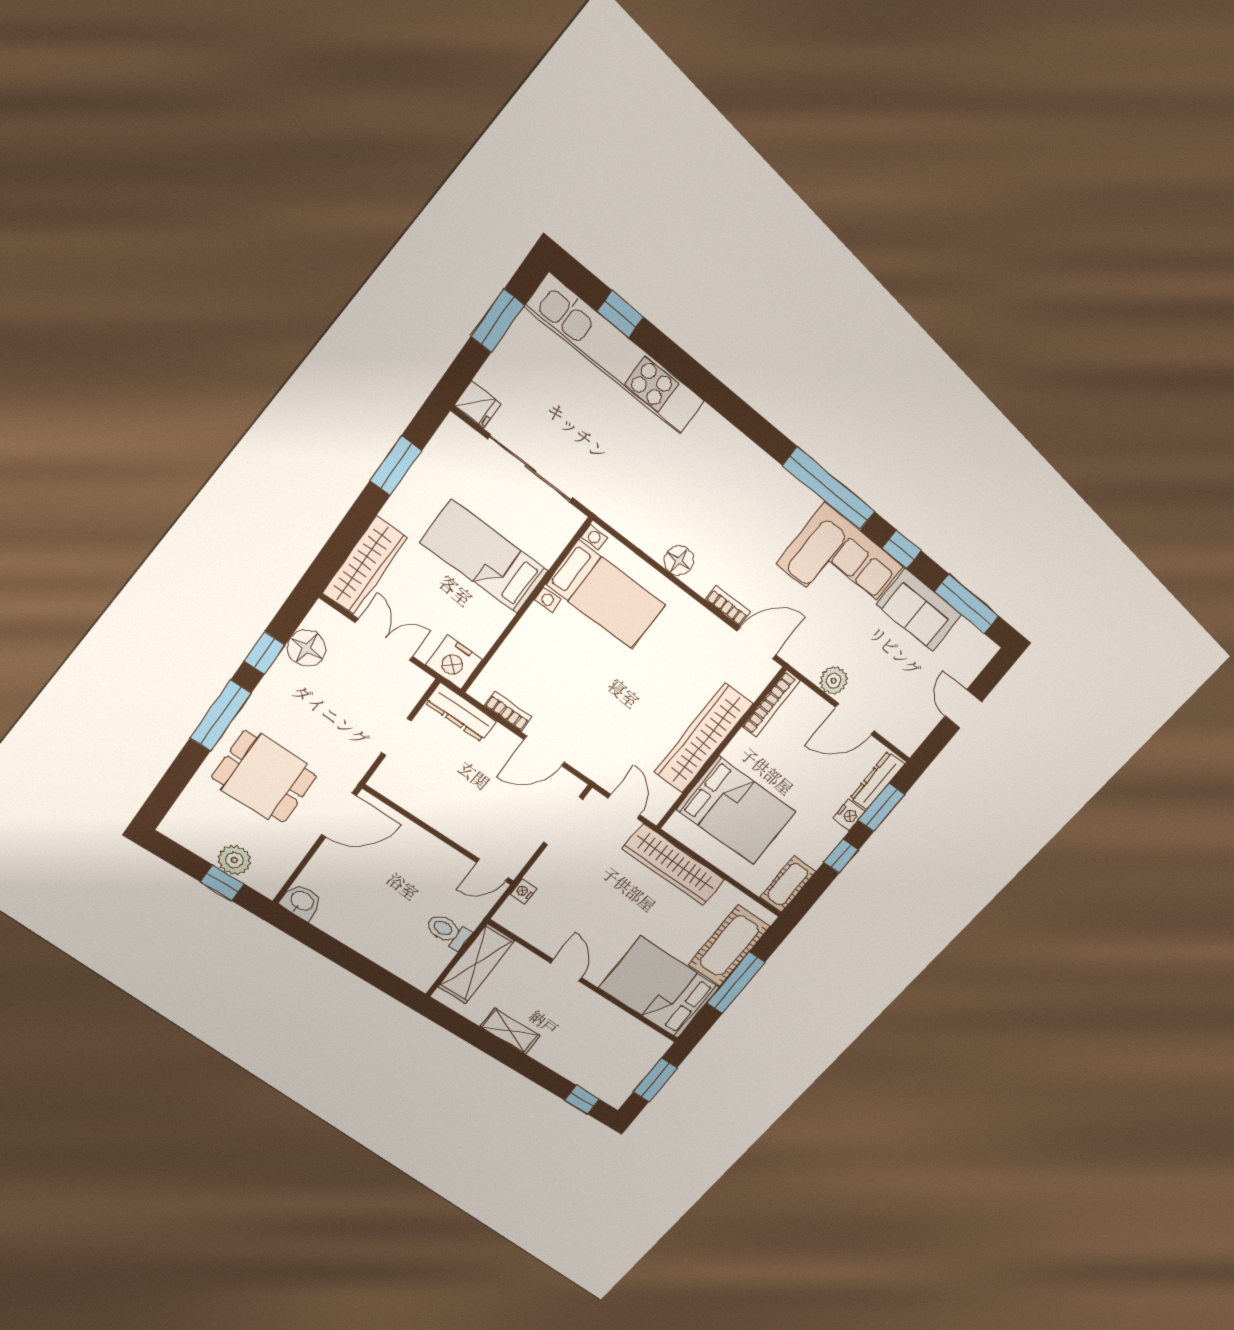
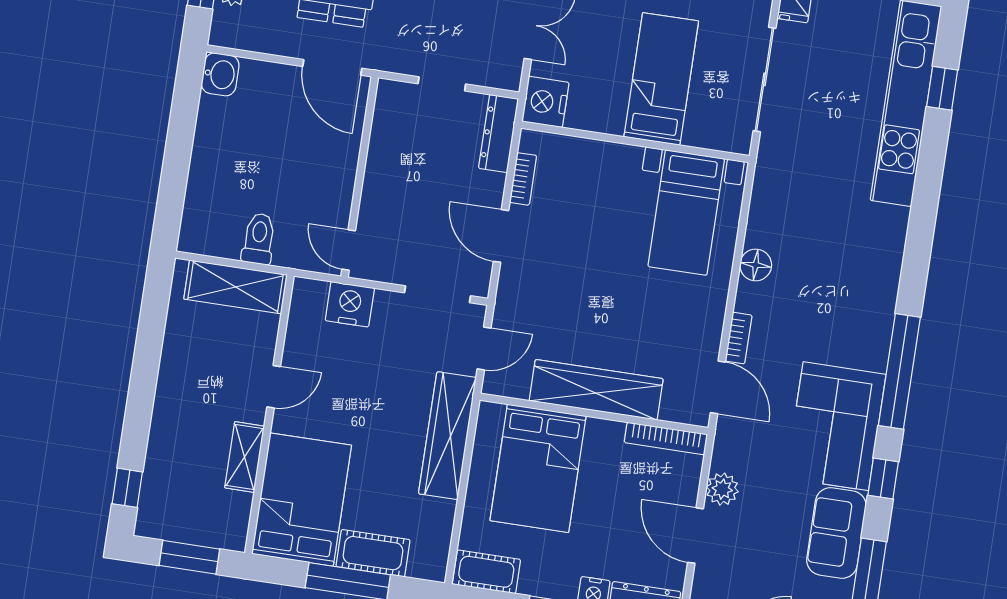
nightstand: (523, 891) -> (350, 304), width x1.89, depth x1.79
cot: (729, 946) -> (373, 553), width x0.73, depth x0.75
shelving: (510, 1031) -> (245, 457), moved

